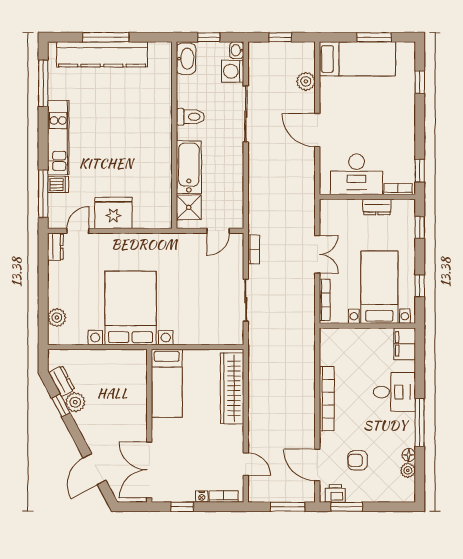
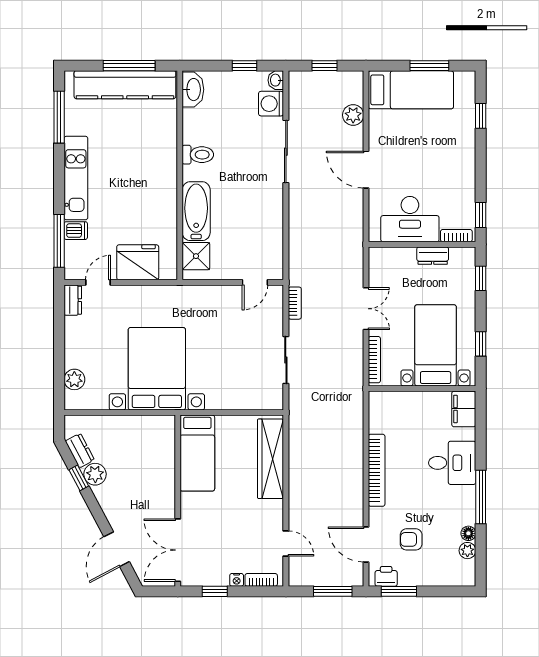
washbasin: (186, 59) -> (193, 90), moved
toilet: (190, 117) -> (198, 155), moved
wall: (174, 135) -> (180, 175), moved
bathtub: (189, 167) -> (196, 211), moved
shower: (189, 207) -> (196, 256), moved

